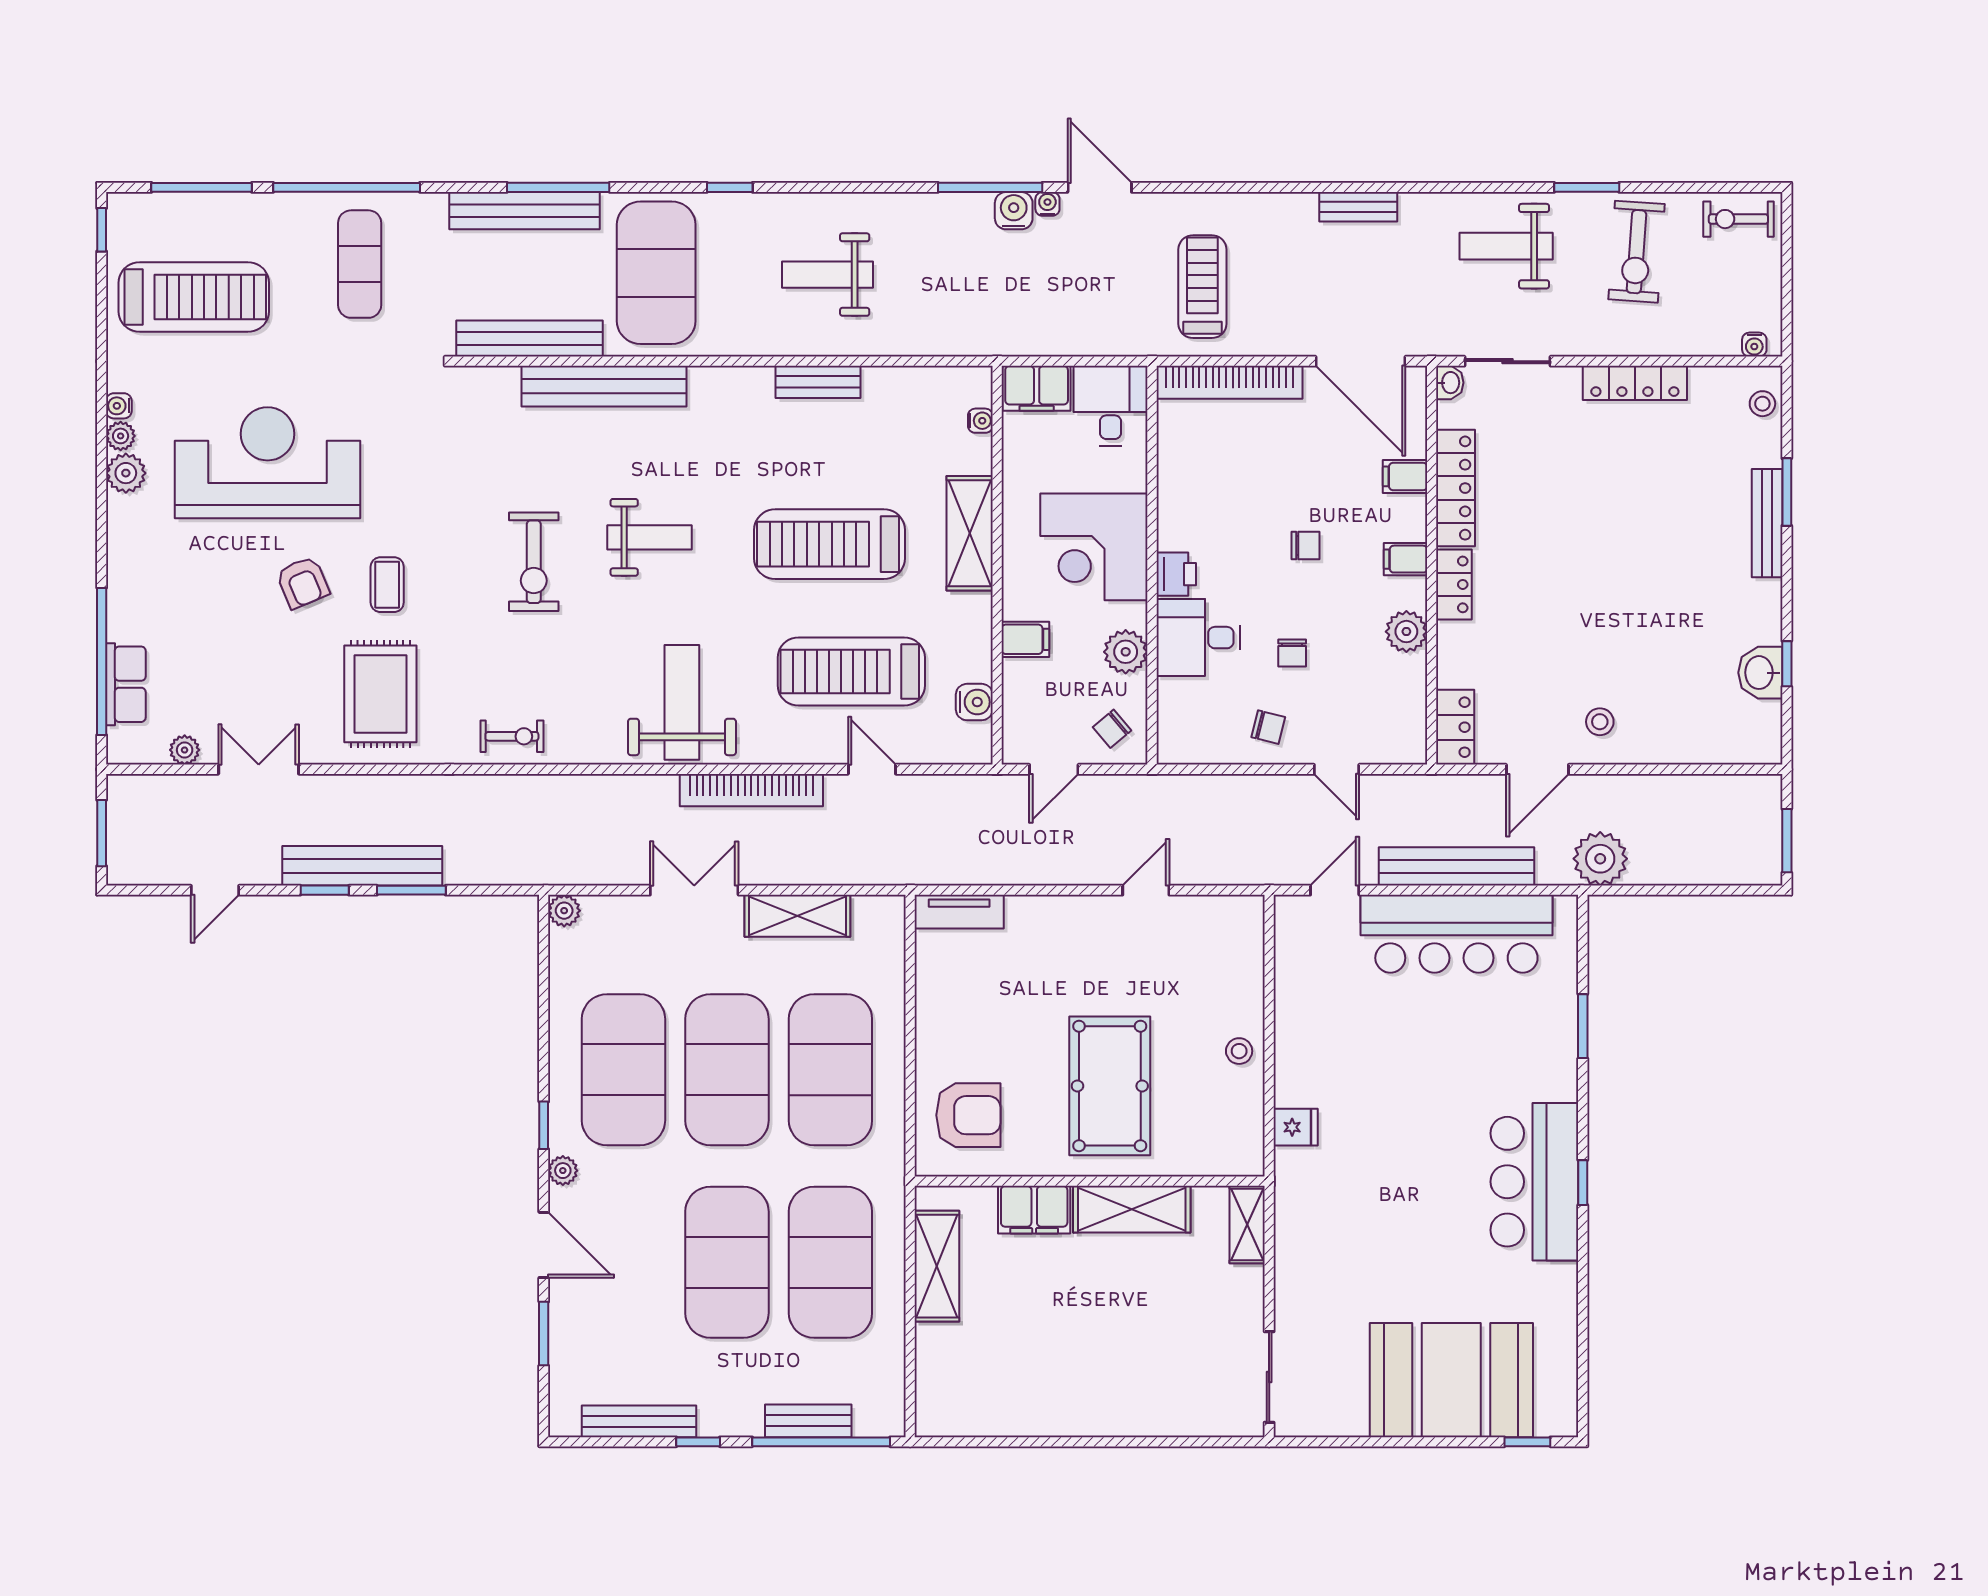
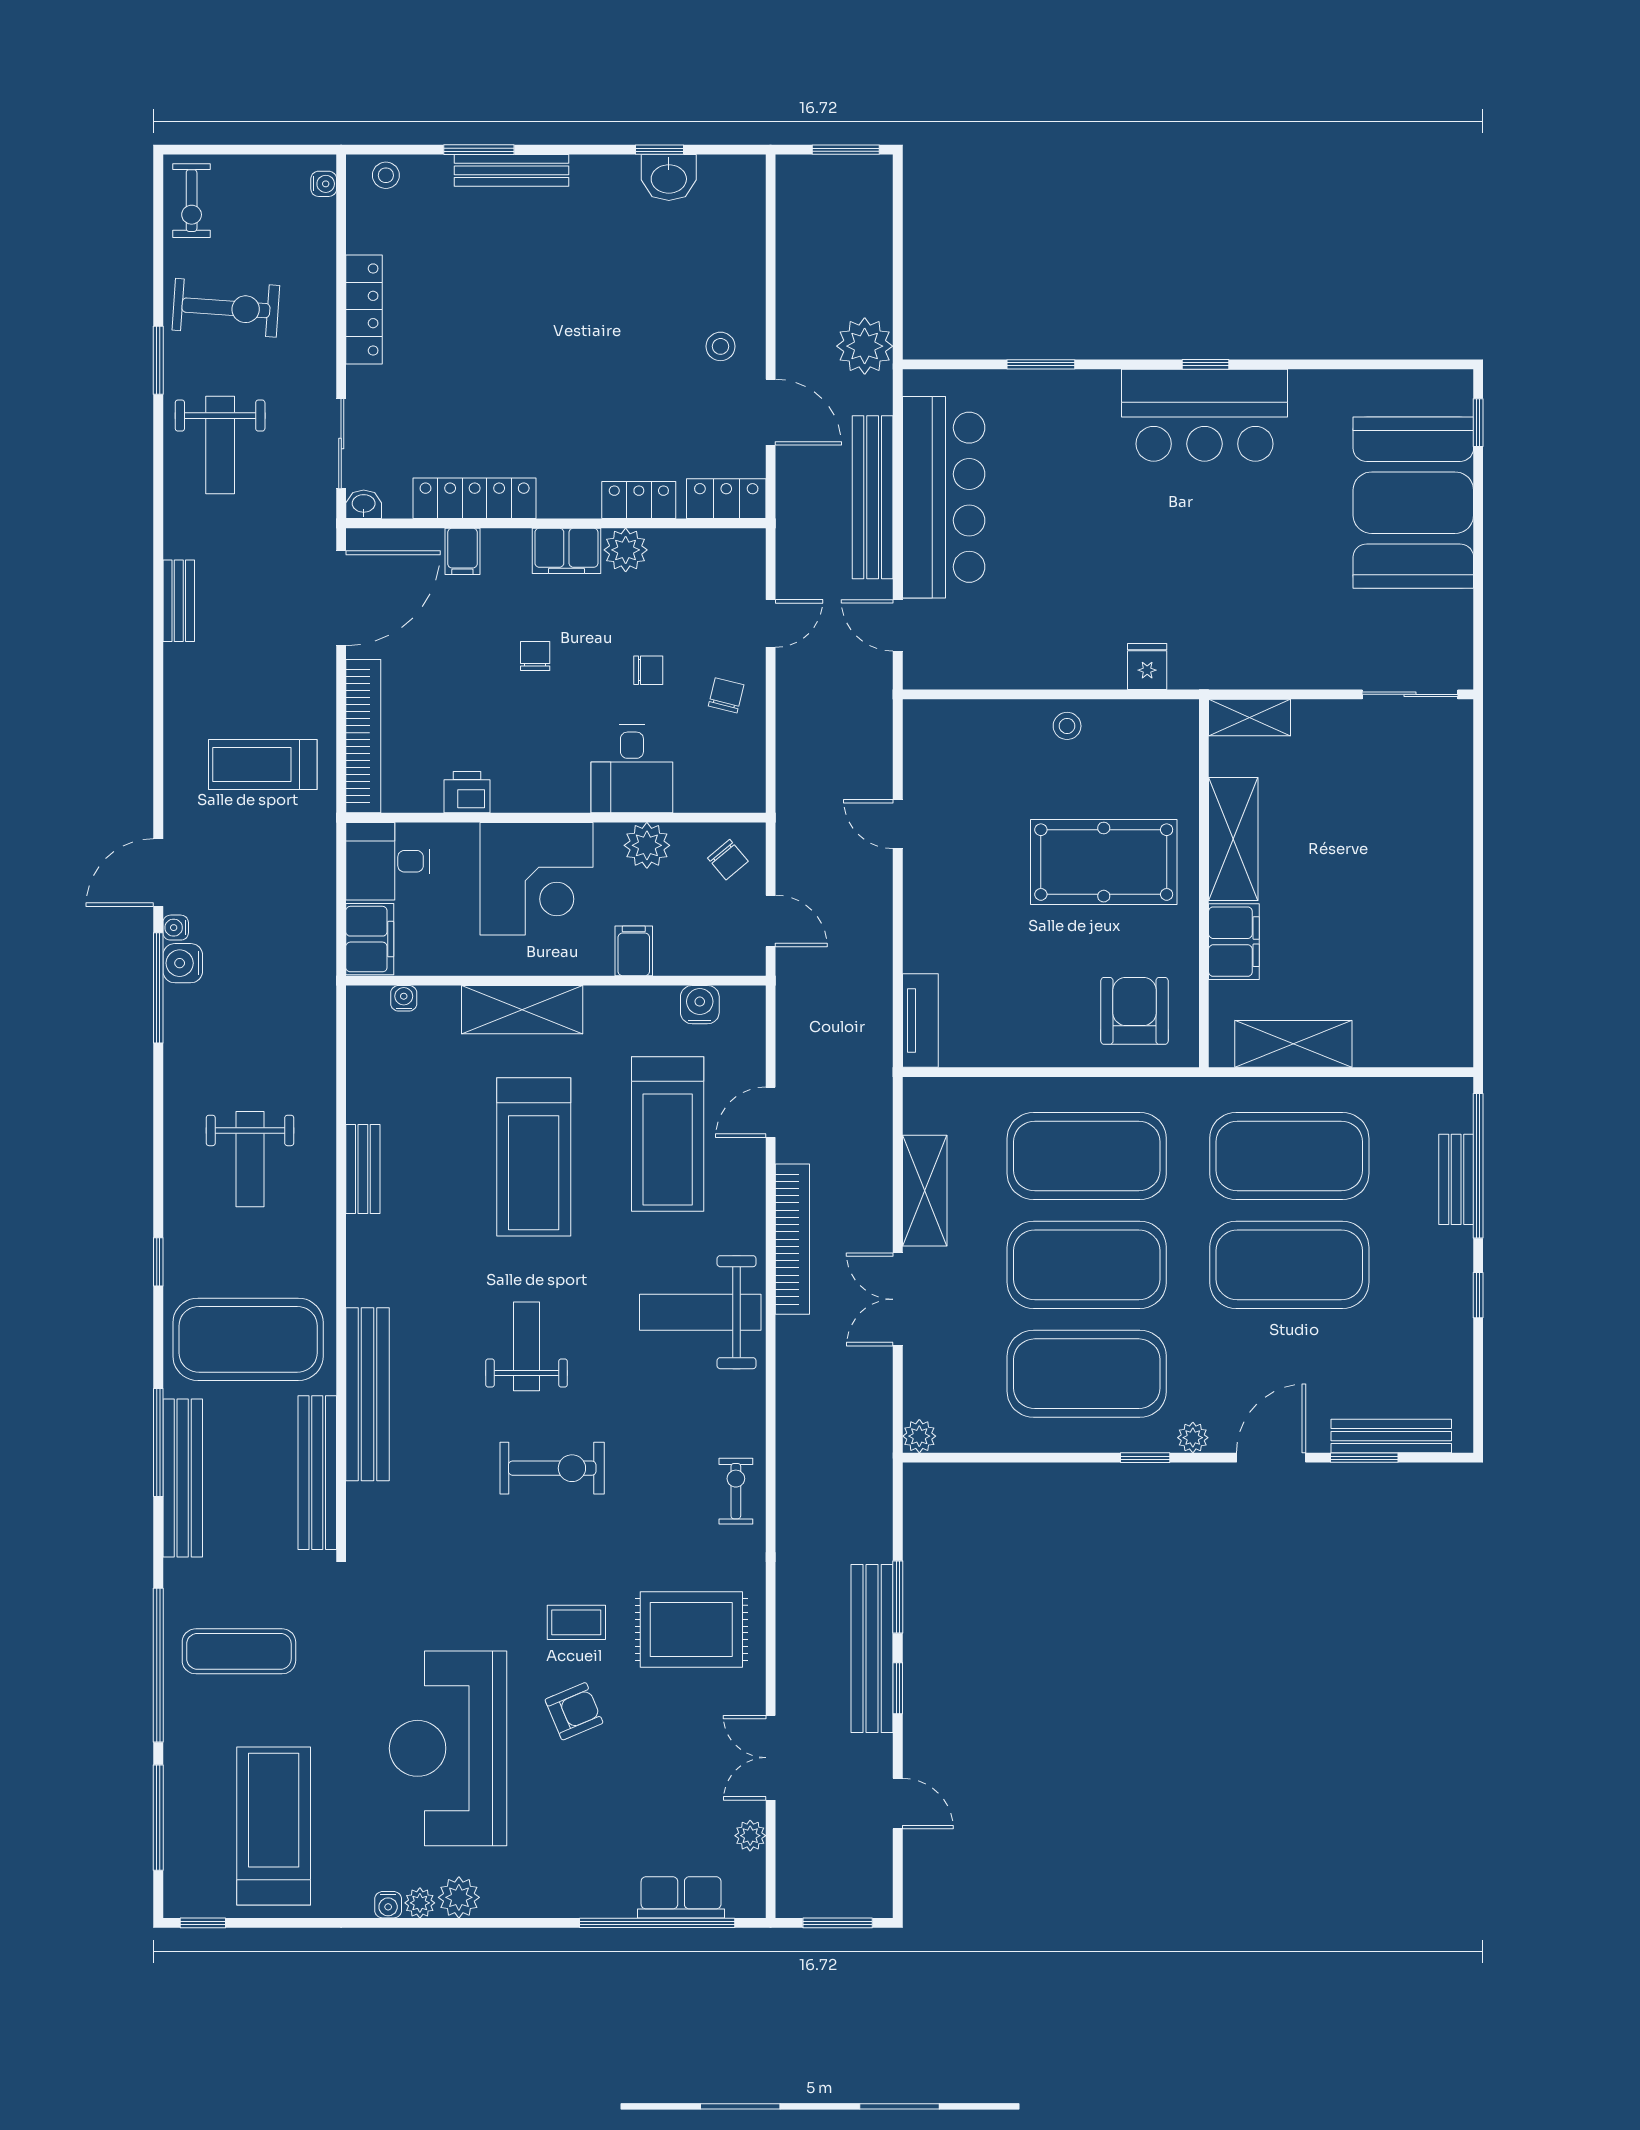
filing cabinet: (1405, 559) -> (566, 551), width x2.00
printer: (1176, 574) -> (467, 792), moved
locker: (1454, 584) -> (639, 500), moved
bench: (639, 1421) -> (1391, 1436), moved, turned 90

